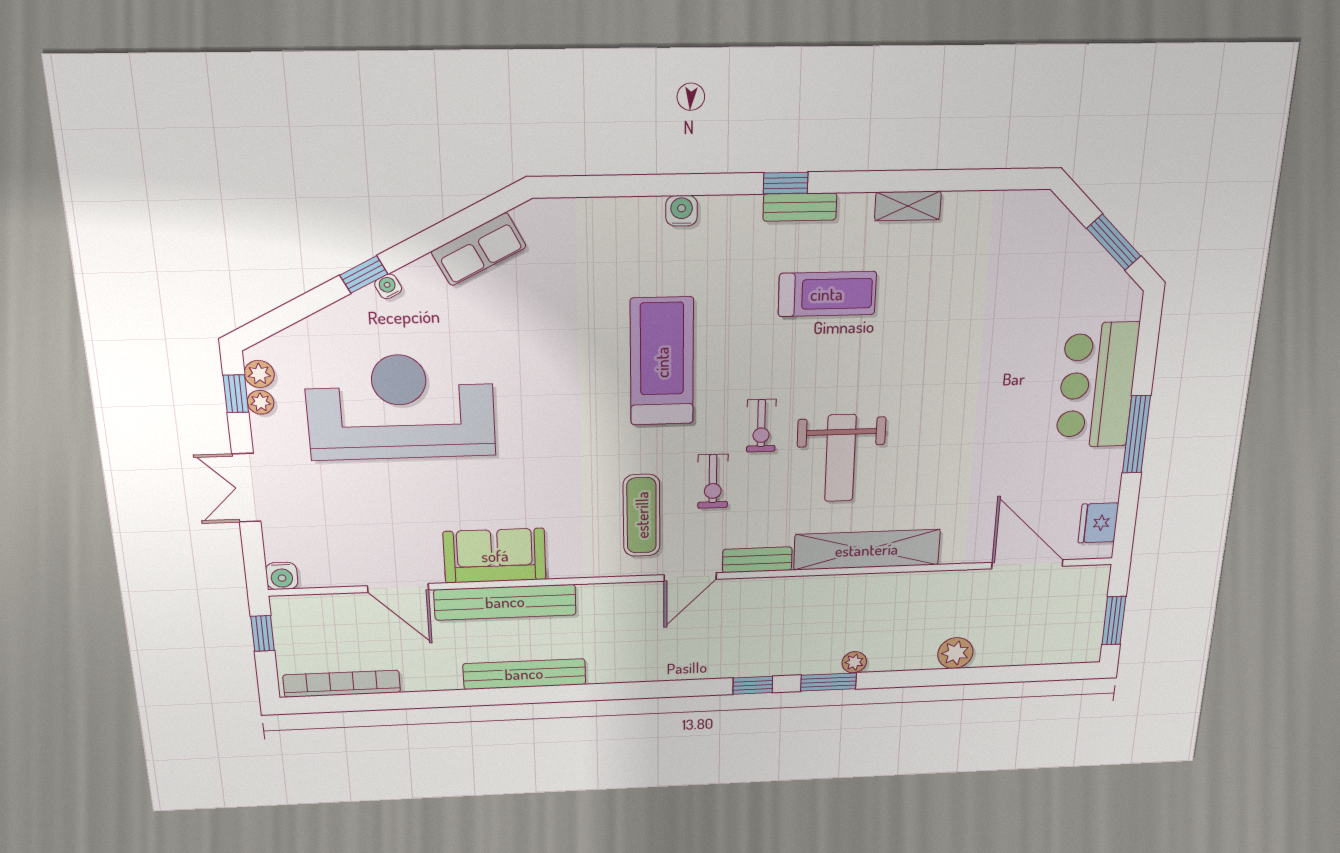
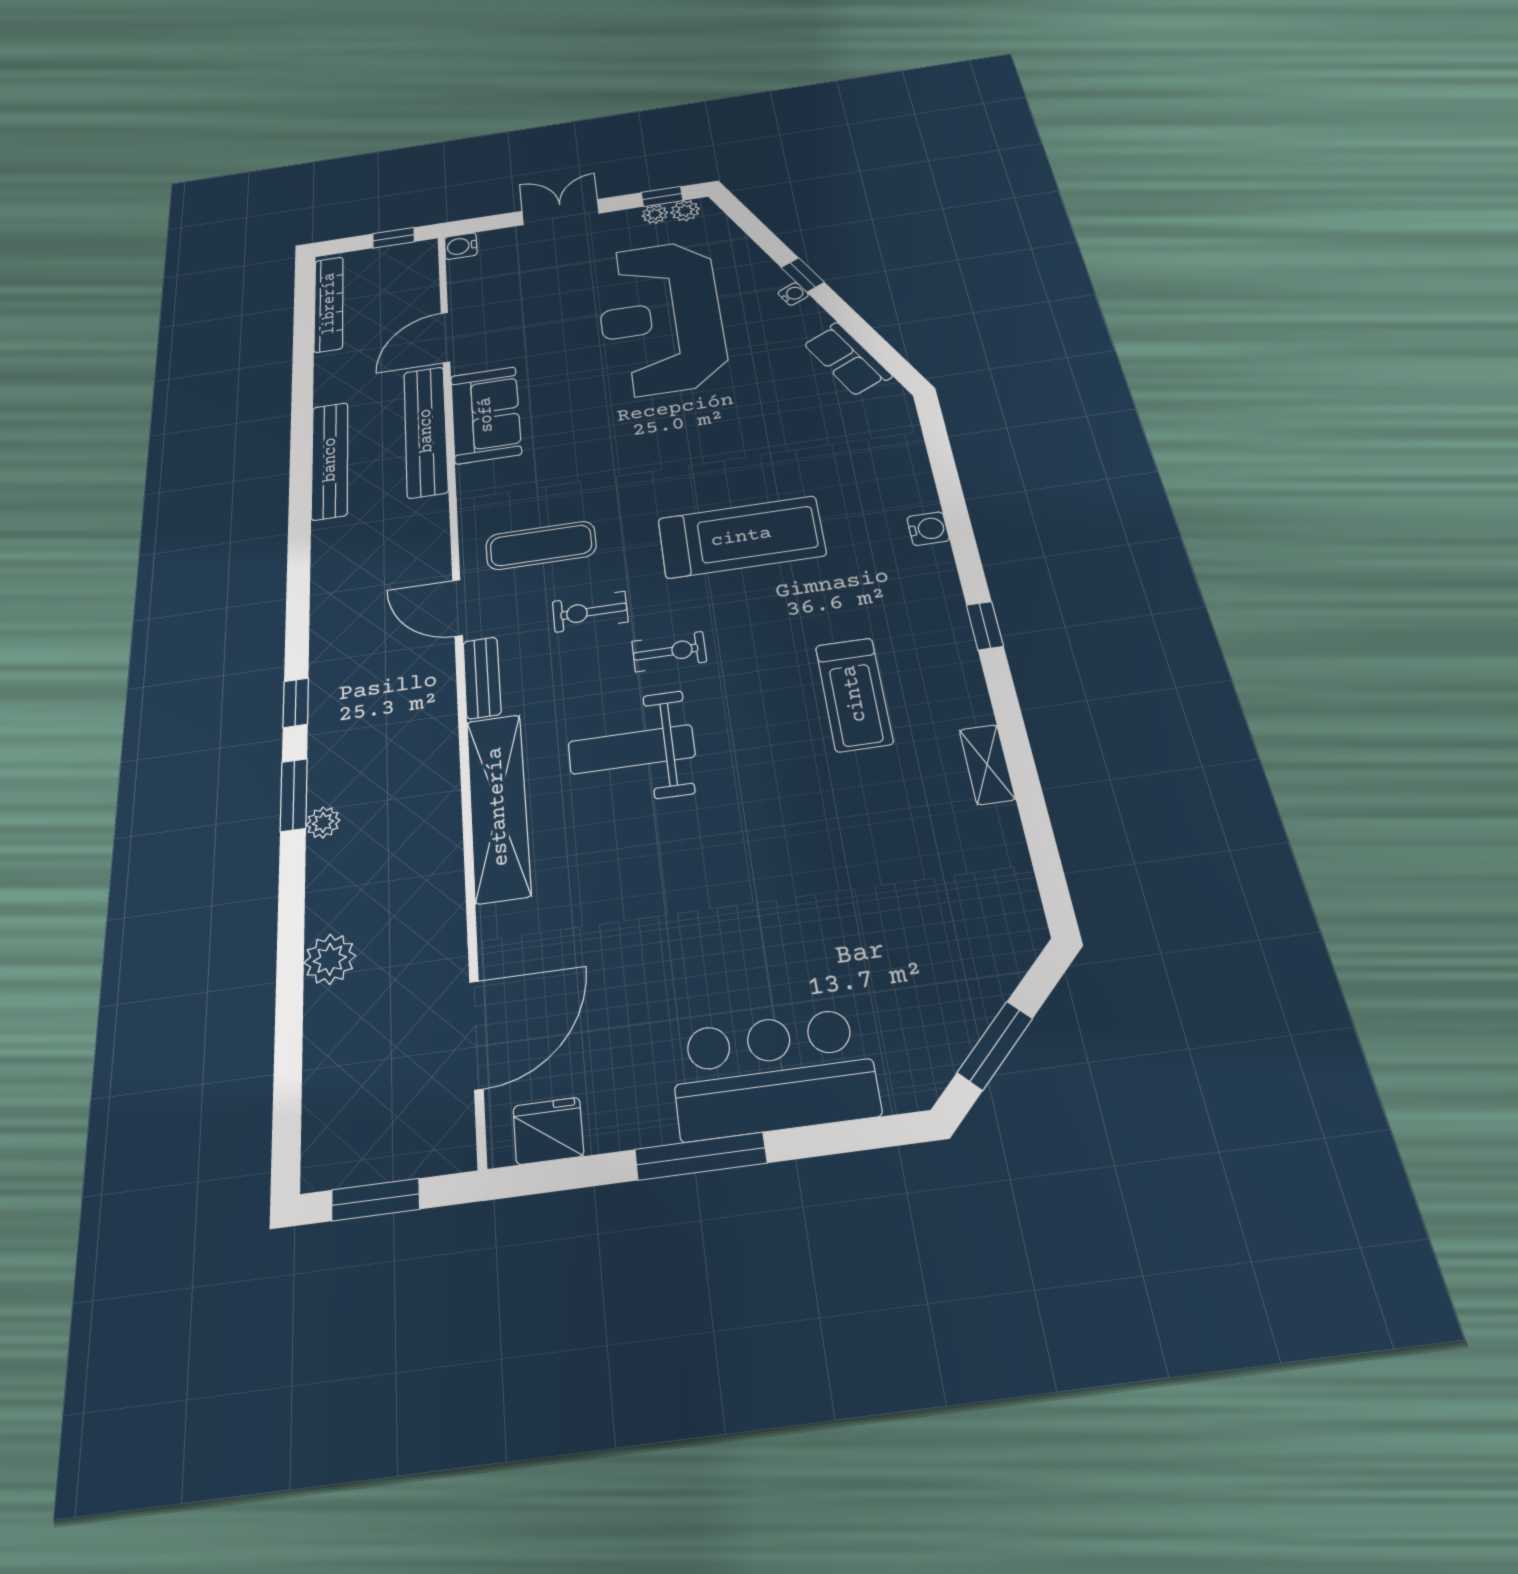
bench: (800, 207) -> (959, 645), removed
reception desk: (401, 407) -> (660, 317), turned 180
exercise bike: (761, 426) -> (669, 652), turned 180

